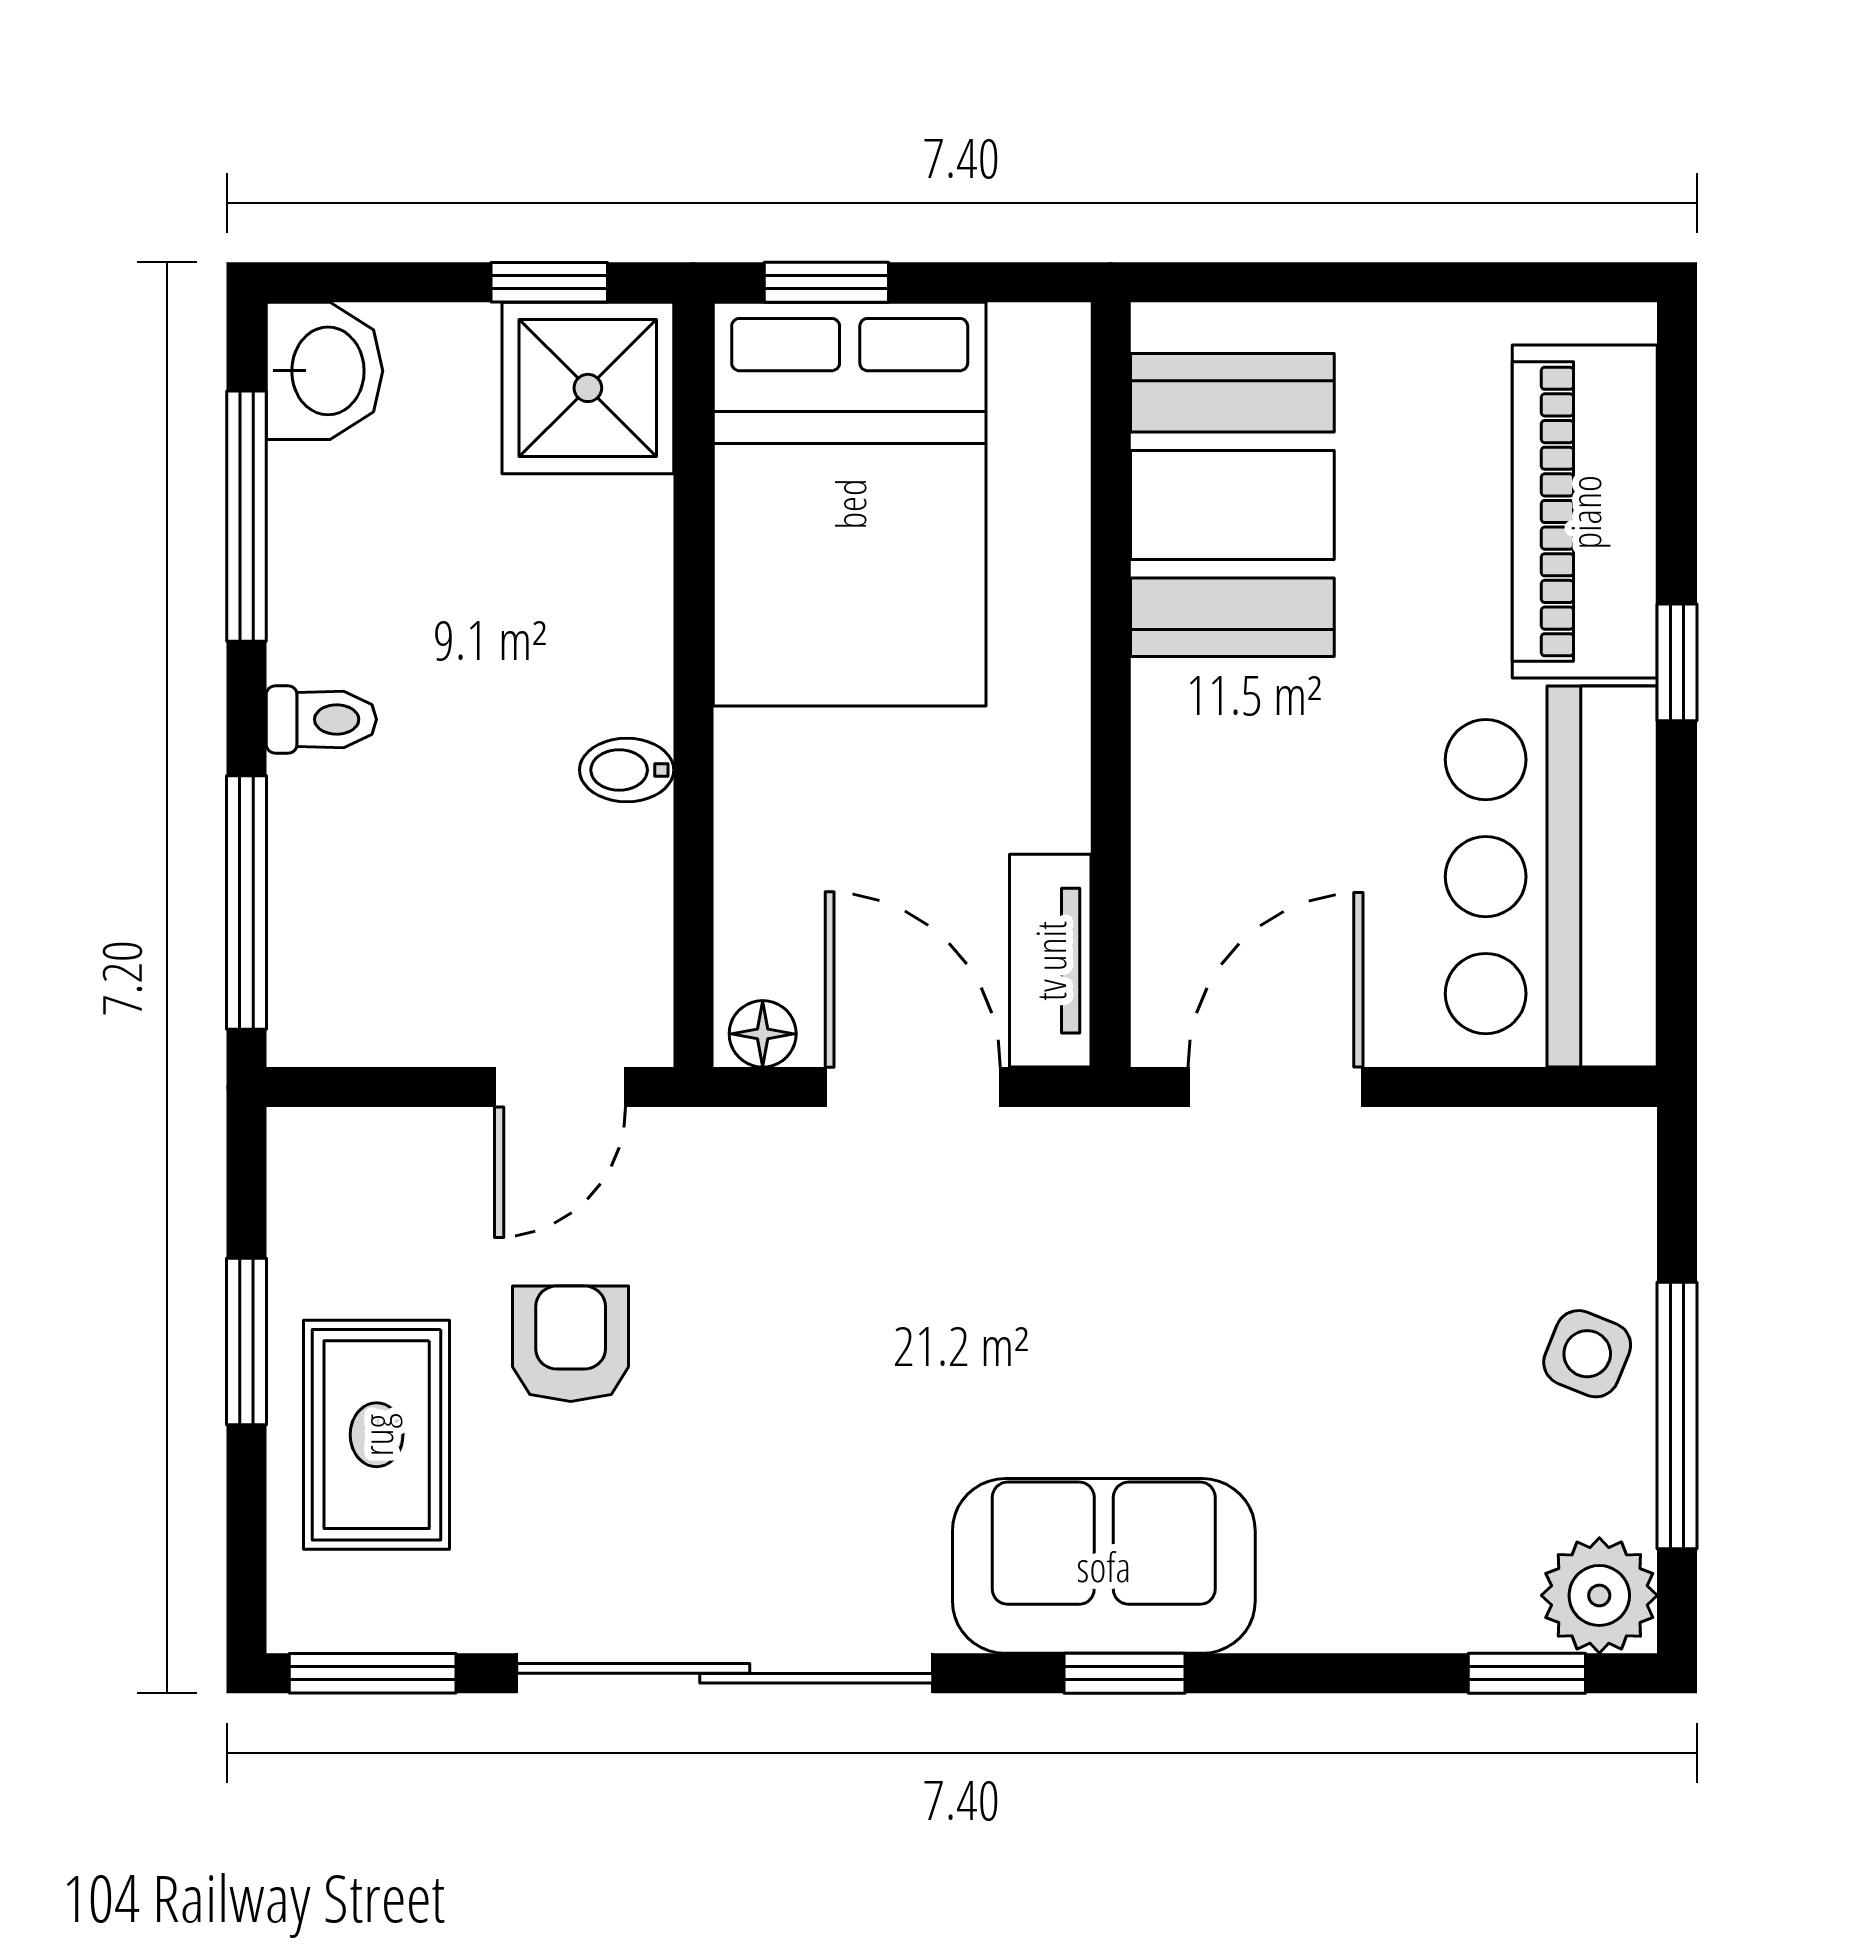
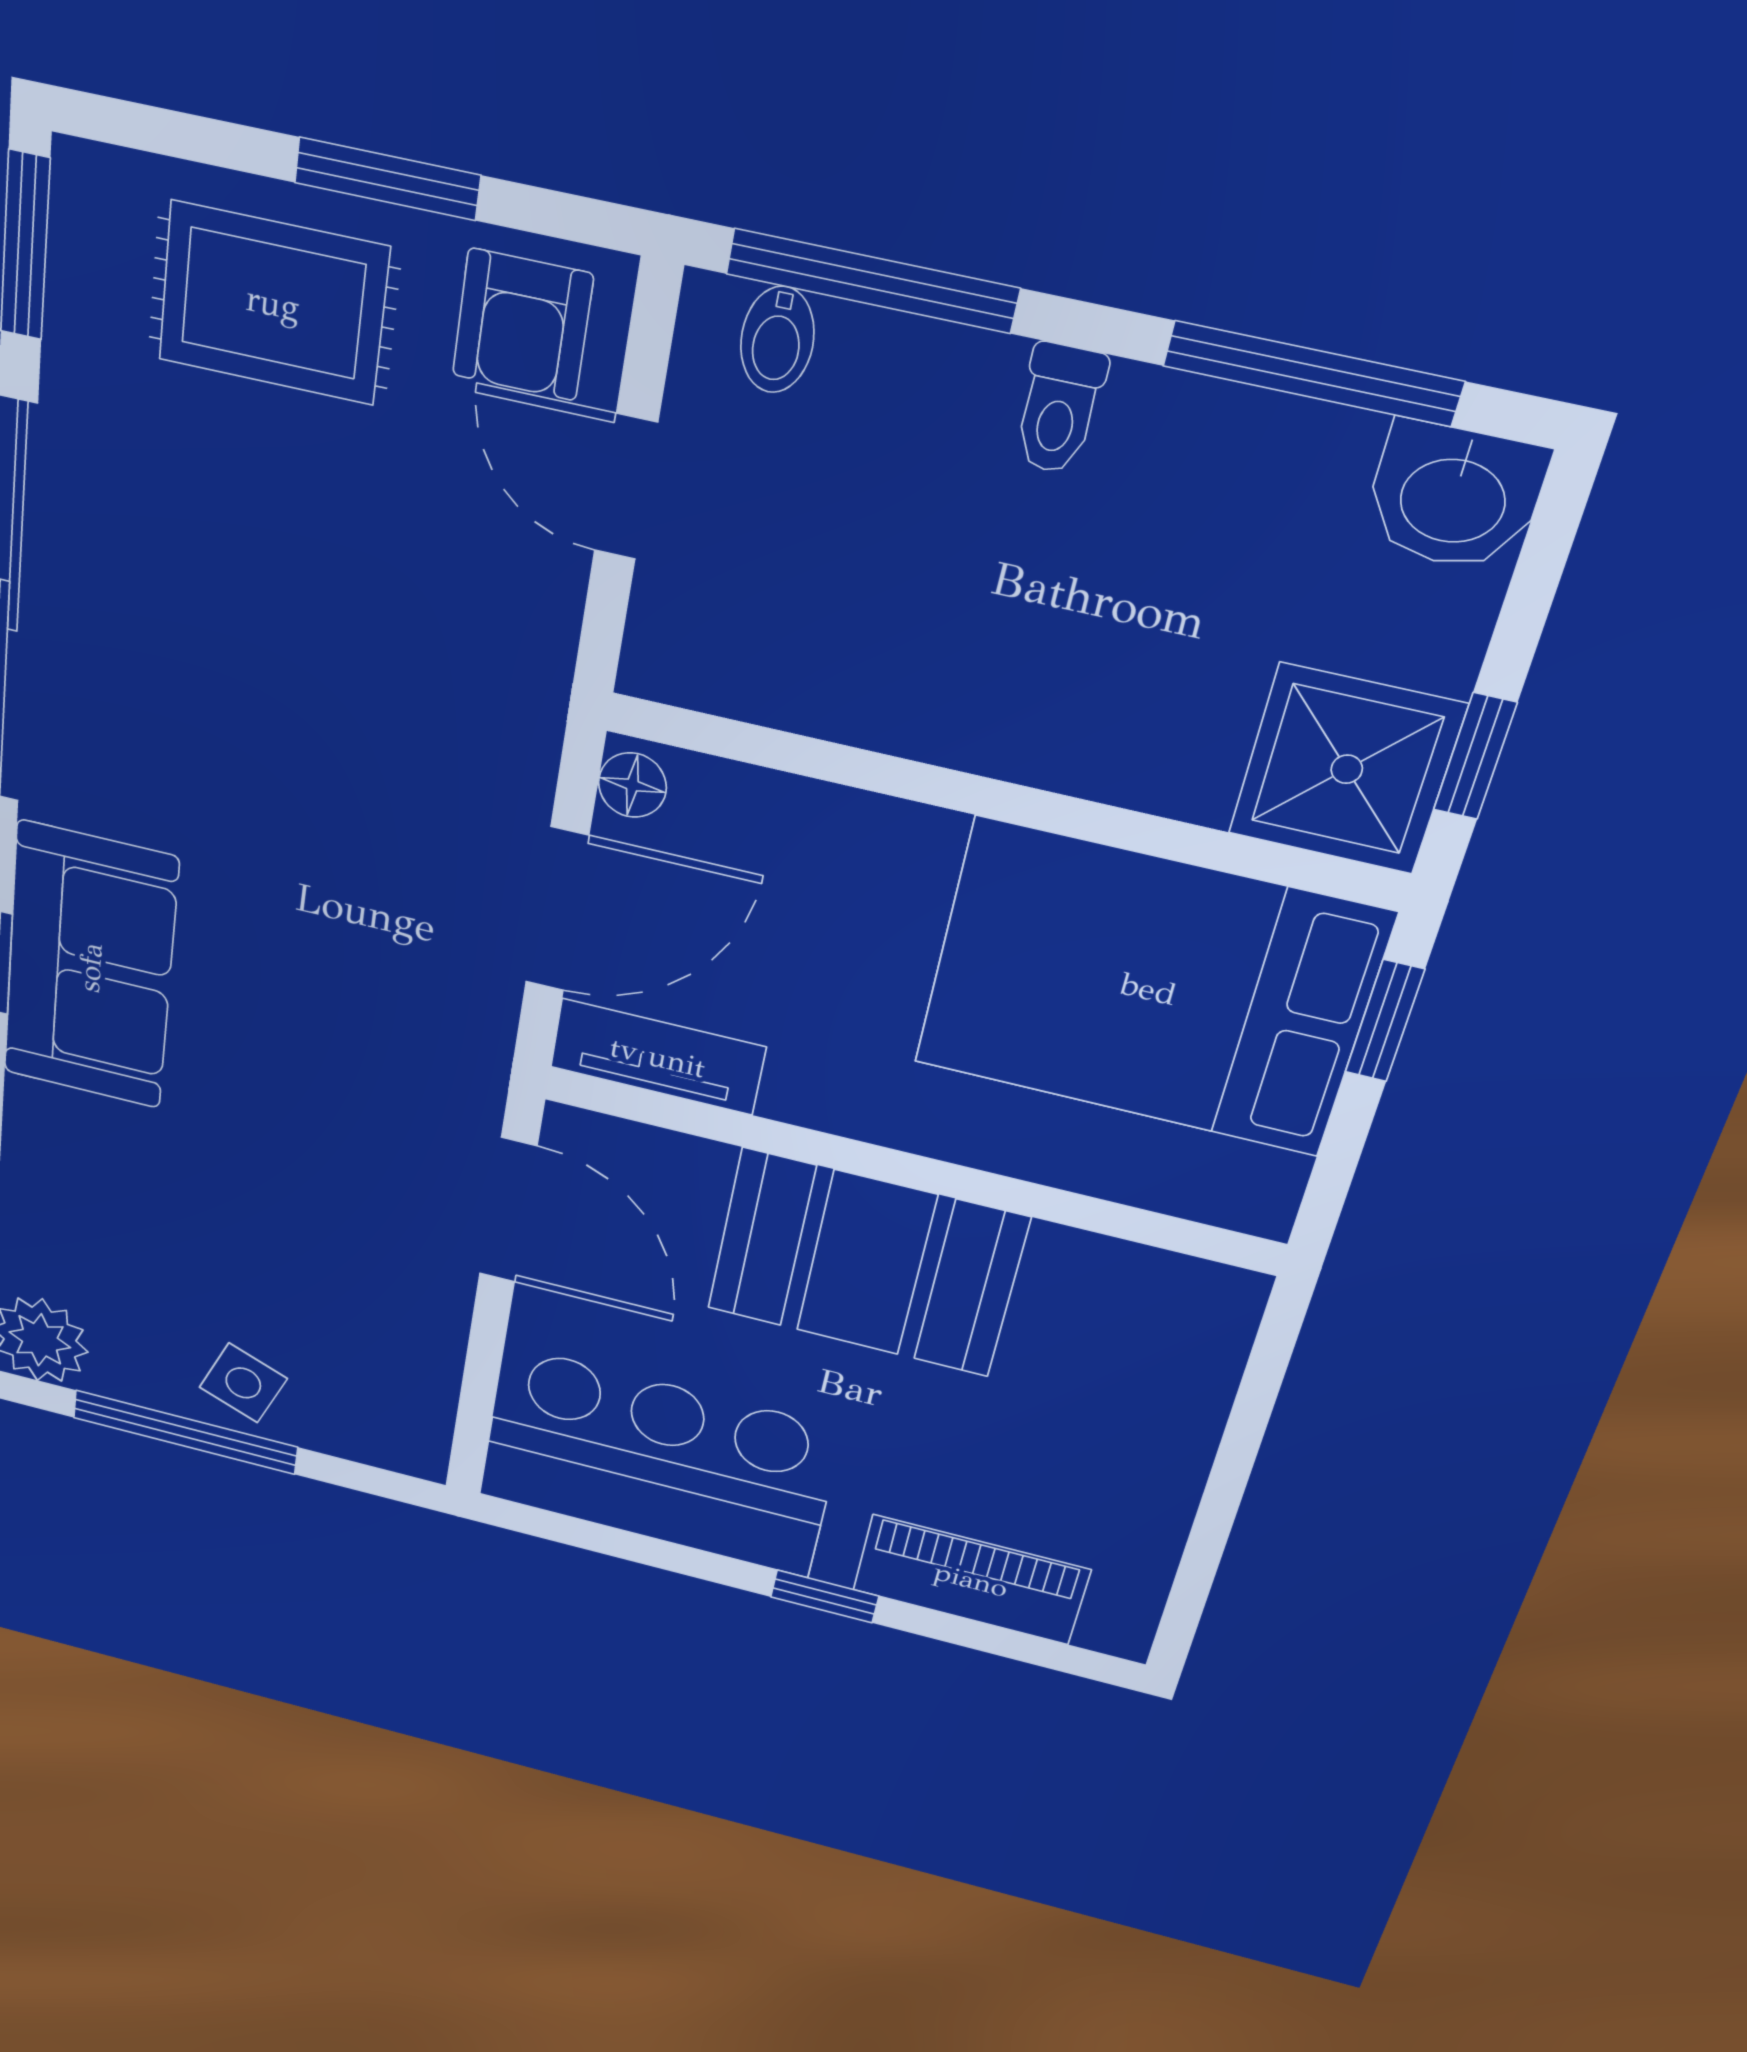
booth: (1232, 505) -> (866, 1263), moved
piano: (1585, 512) -> (971, 1580), width x0.73, depth x0.75
bidet: (627, 770) -> (777, 340), moved, turned 180
door: (560, 1087) -> (626, 487), moved
armchair: (571, 1344) -> (523, 325), moved, turned 90

